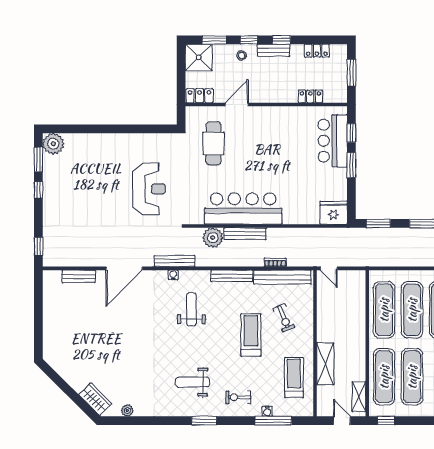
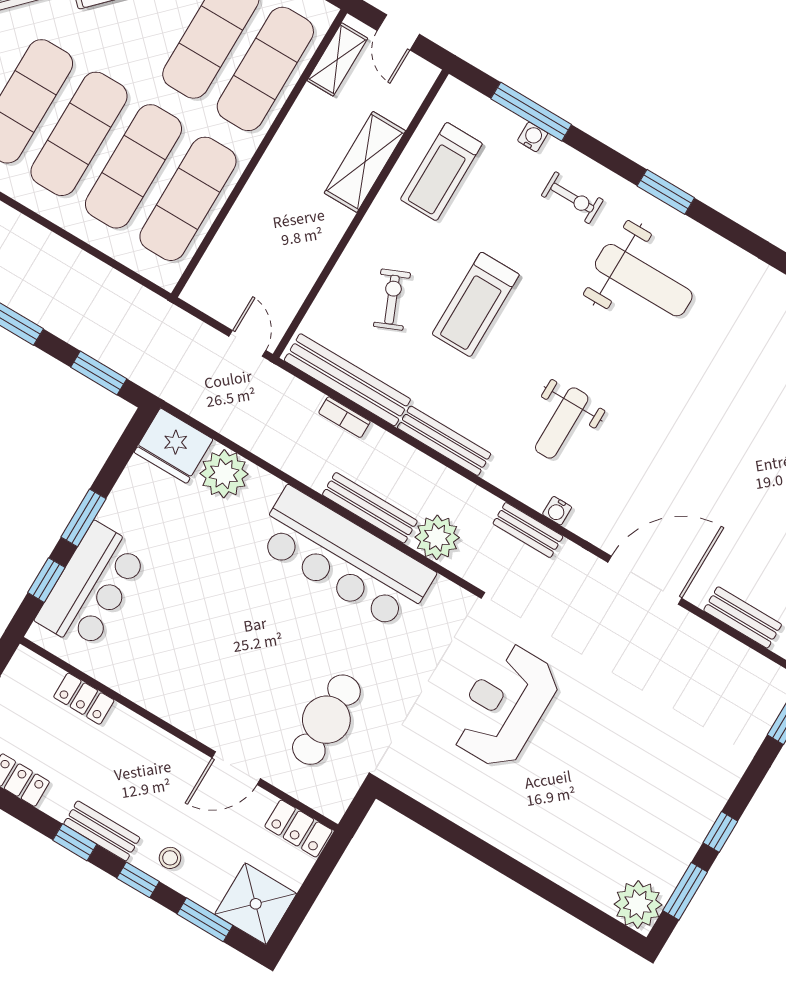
plant: (308, 214) -> (224, 474), added
bench: (175, 261) -> (528, 530), width x0.73
weight bench: (193, 382) -> (644, 280), width x1.36, depth x1.33

